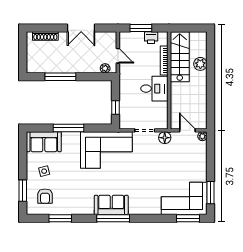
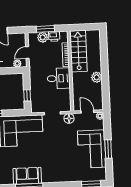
plant: (137, 38) -> (43, 37), added
door: (118, 56) -> (27, 53), swing flipped
plant: (200, 64) -> (97, 77), moved
window: (211, 193) -> (108, 149), moved
corner sofa: (184, 198) -> (92, 149), moved, turned -90

